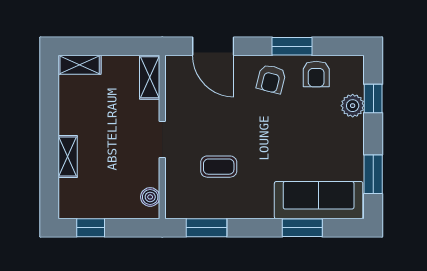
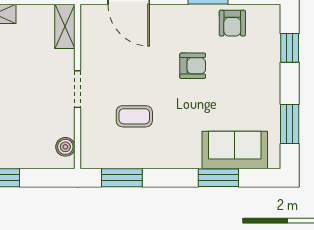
armchair: (271, 79) -> (193, 66), moved, turned -104
plant: (353, 106) -> (269, 55), removed
sofa: (319, 200) -> (235, 150), width x0.73

